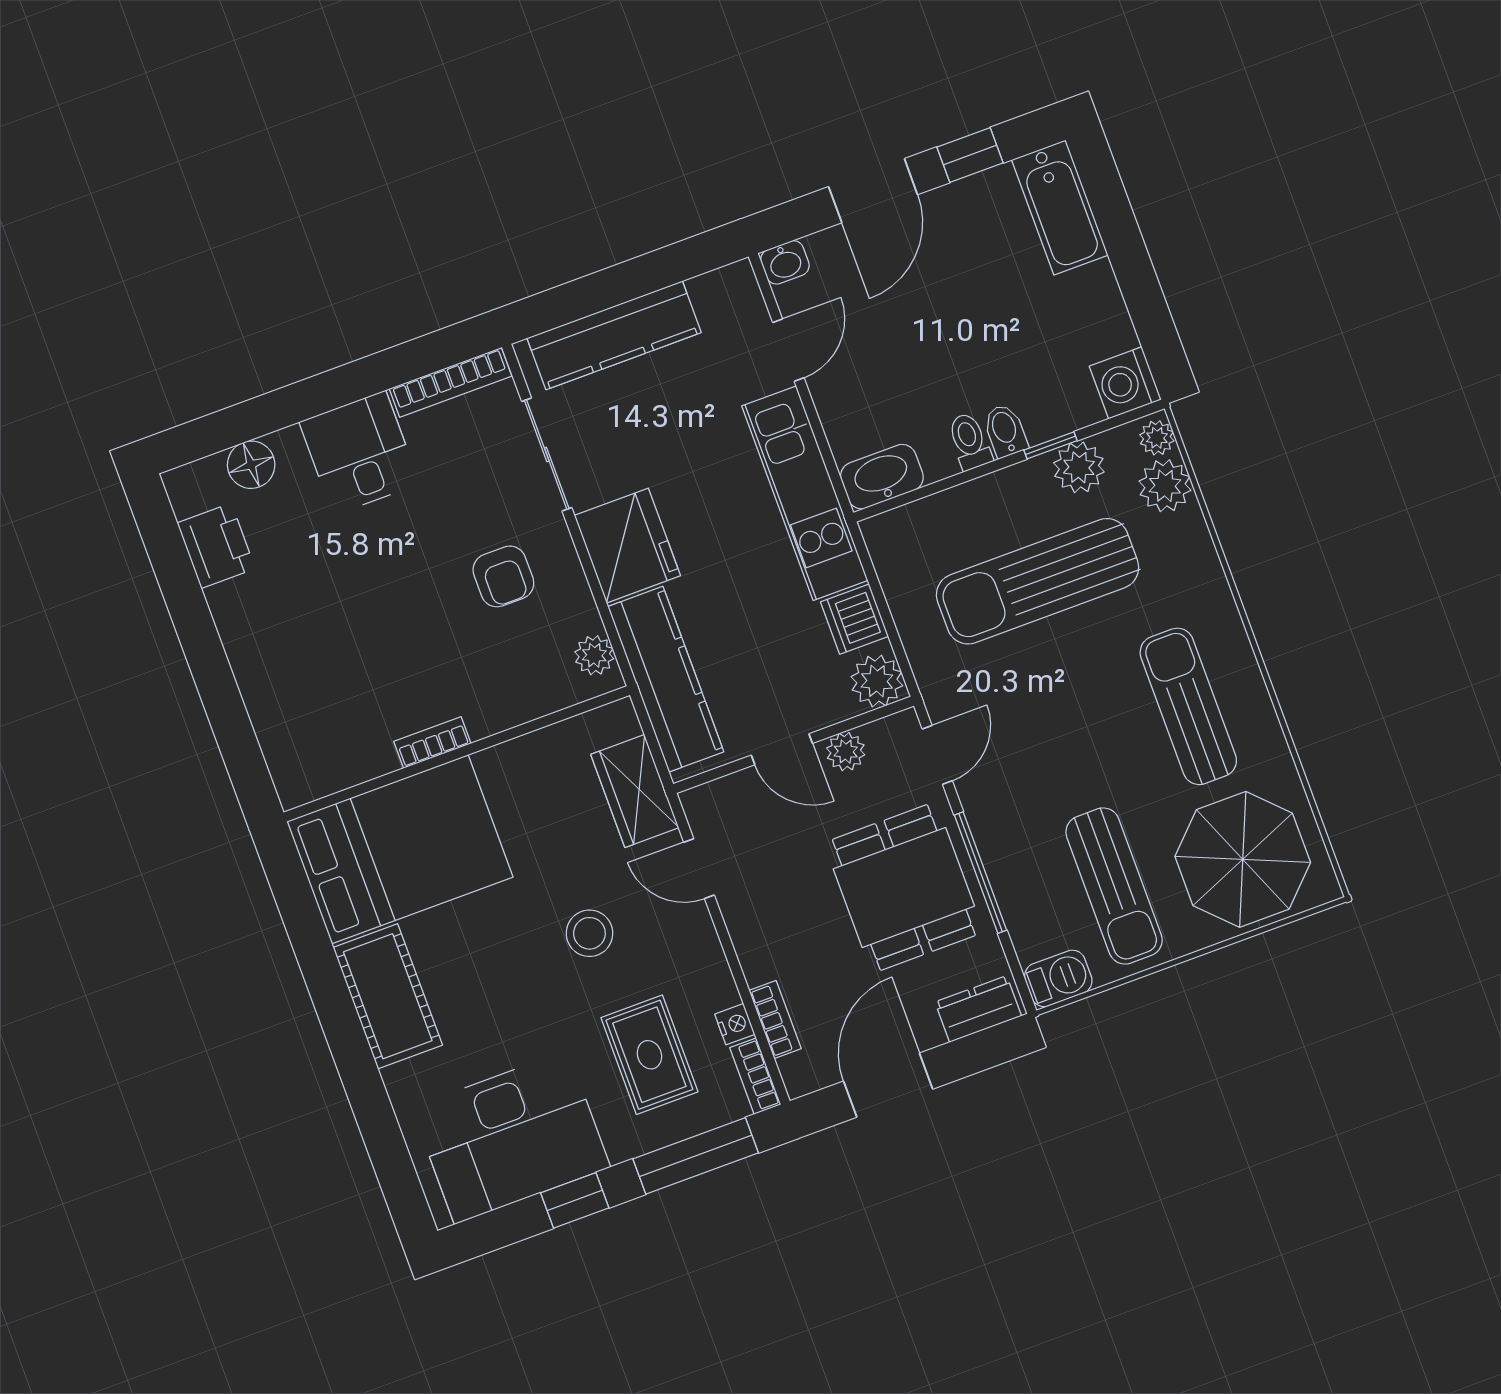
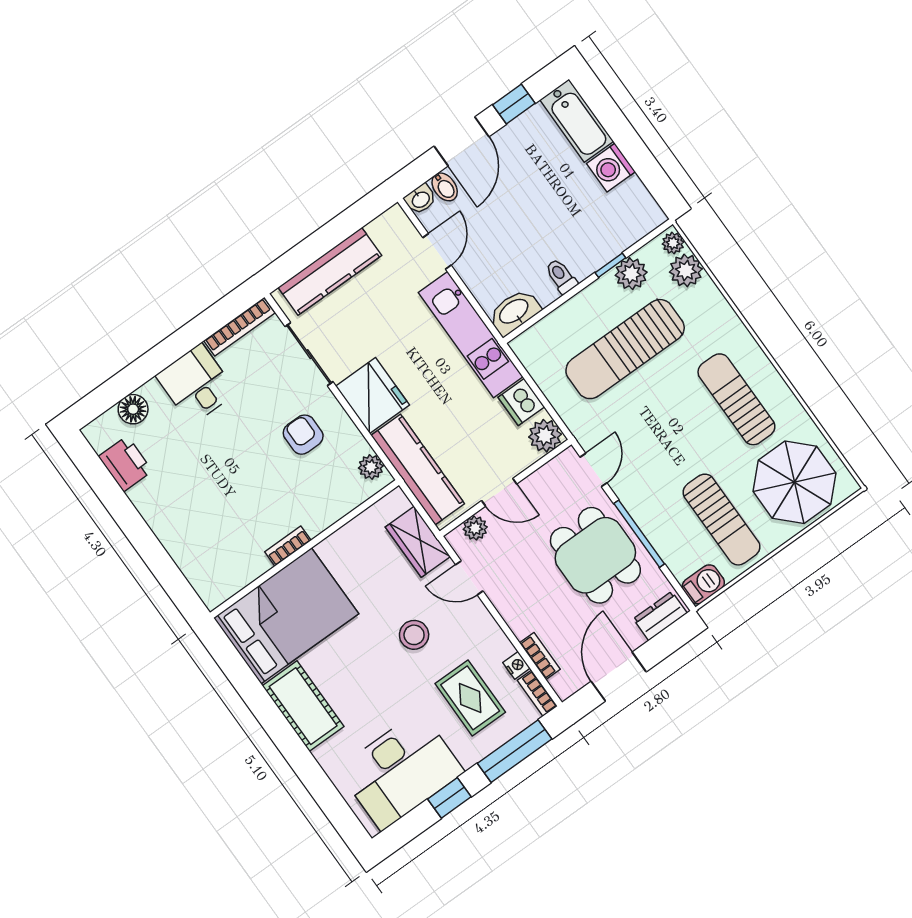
washing machine: (1125, 383) -> (611, 168), moved
bidet: (1005, 431) -> (445, 187), moved, turned 180
armchair: (503, 576) -> (303, 435), turned 180
plant: (846, 752) -> (475, 528), moved

